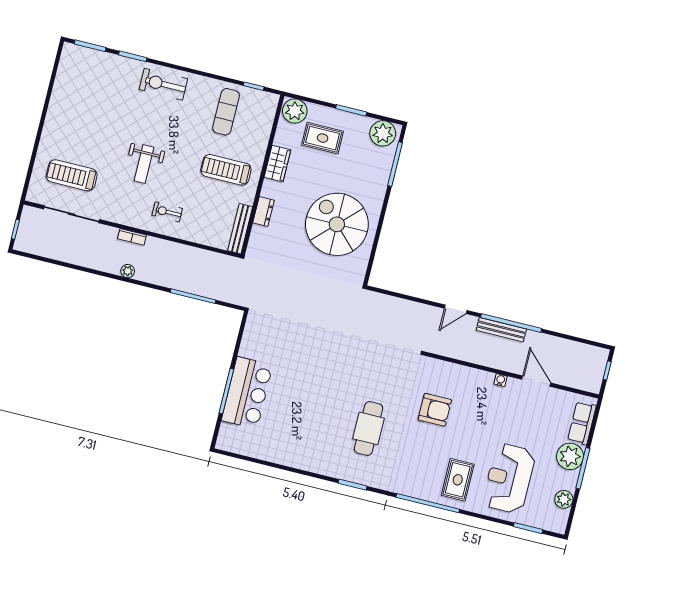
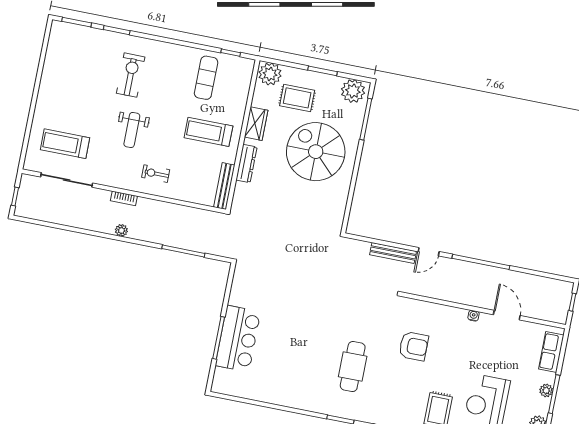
exercise bike: (163, 84) -> (131, 75), moved, turned 90
dresser: (264, 212) -> (246, 164), width x1.44
spiral stairs: (337, 224) -> (316, 152), moved
bench: (501, 330) -> (393, 253), moved
plant: (570, 456) -> (546, 390), width x0.53, depth x0.53

